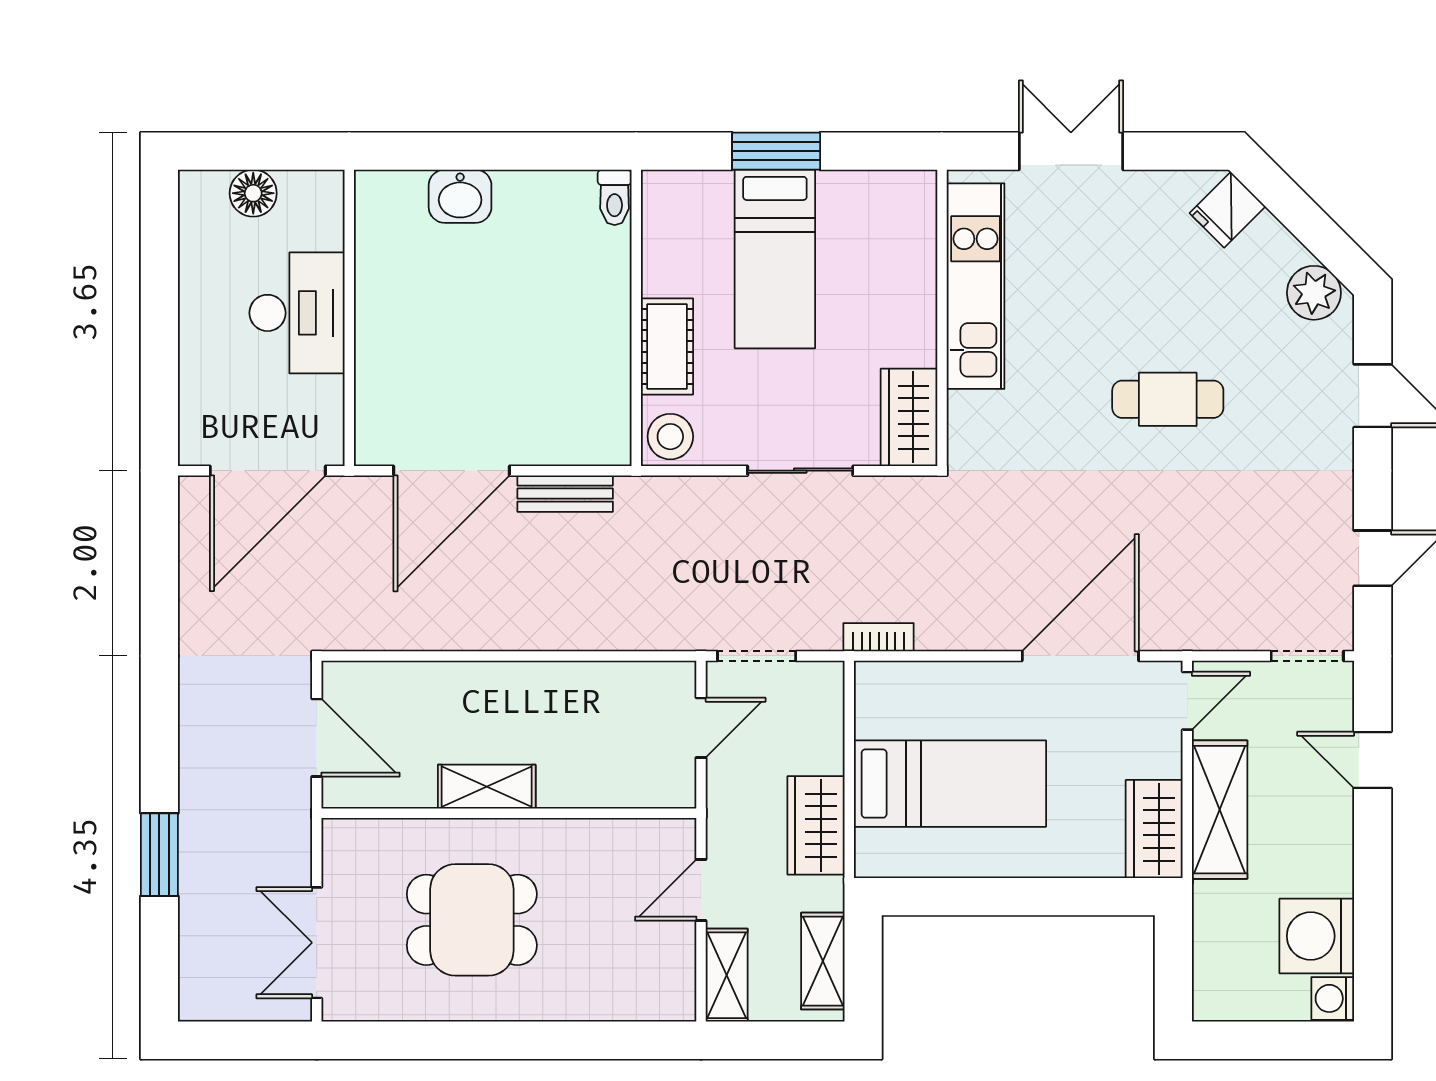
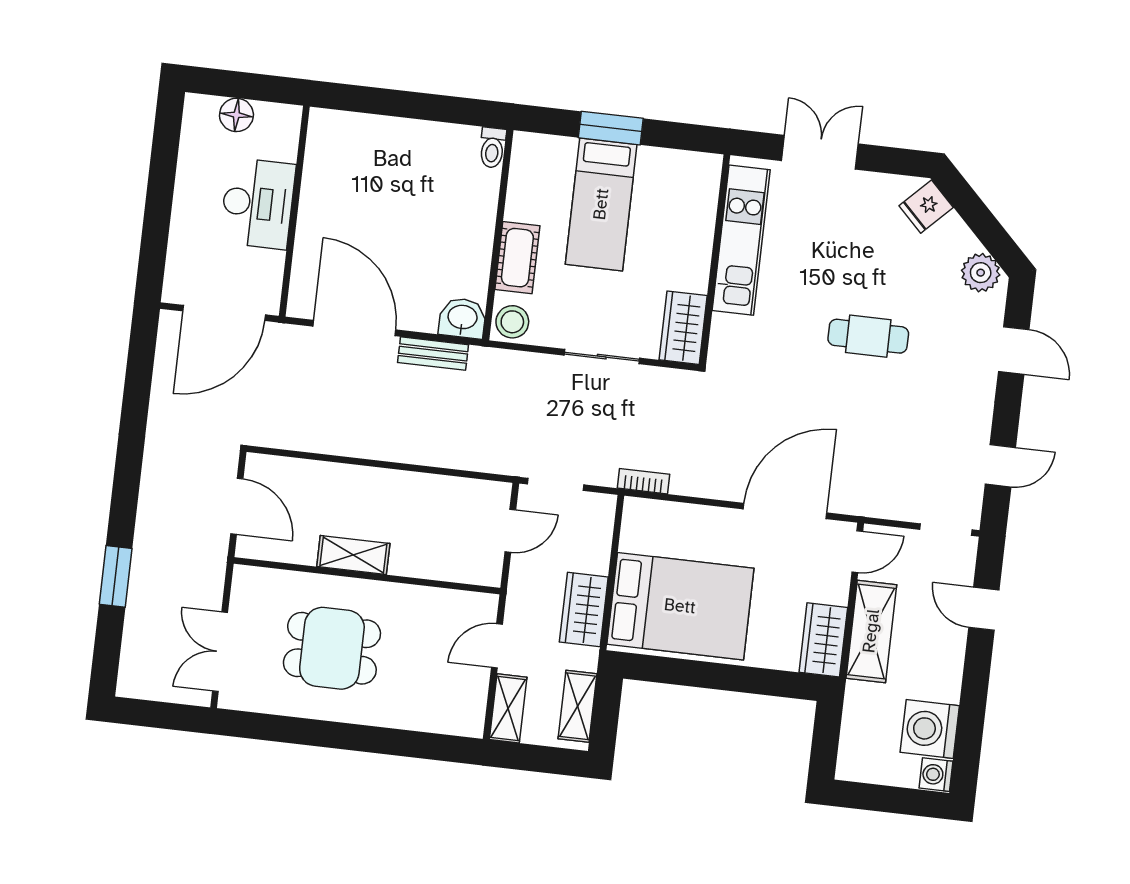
washbasin: (460, 196) -> (462, 318), moved, turned 180
door: (451, 471) -> (354, 328), swing flipped
bed: (950, 784) -> (680, 606), width x1.50

